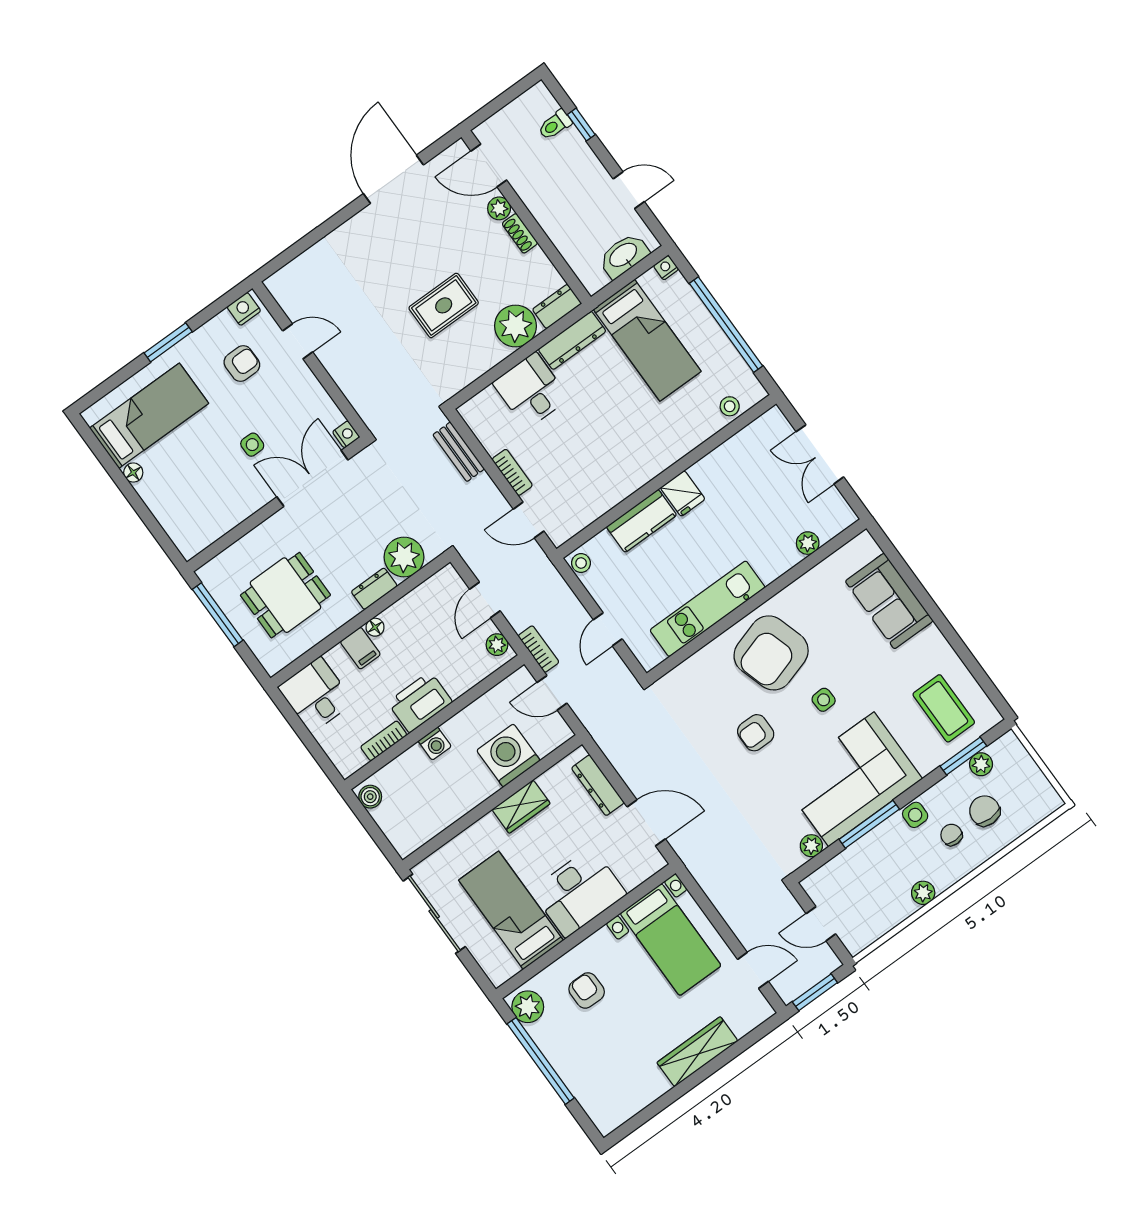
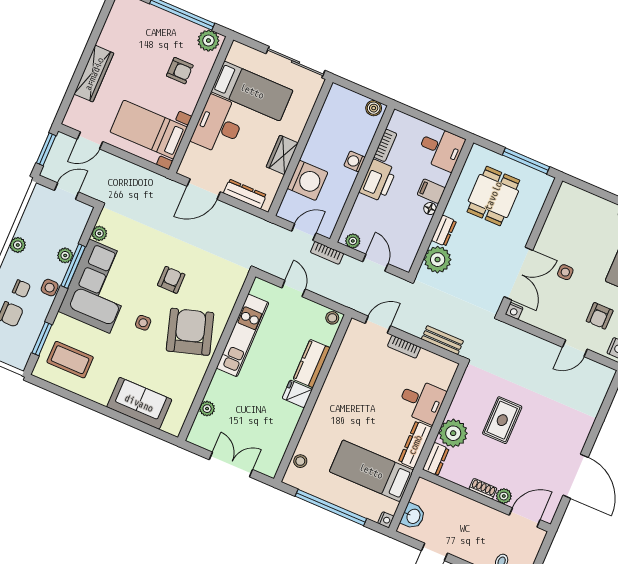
washbasin: (624, 256) -> (413, 516), width x0.72
plant: (981, 764) -> (65, 255), moved

